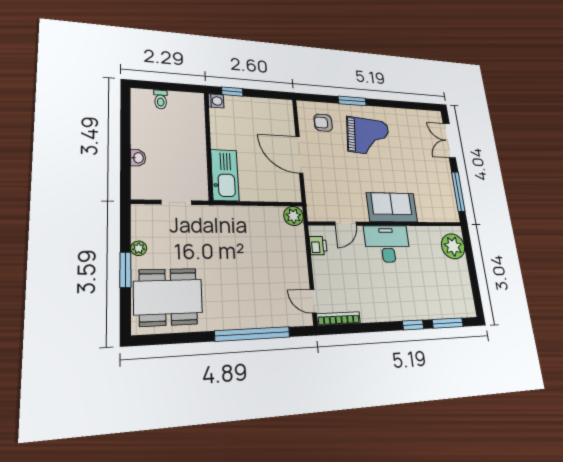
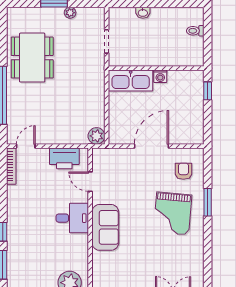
washing machine: (216, 101) -> (160, 76), moved
desk: (387, 244) -> (72, 218), width x0.73
printer: (318, 246) -> (64, 158), width x1.87, depth x1.48
dining table: (168, 297) -> (32, 58), moved

